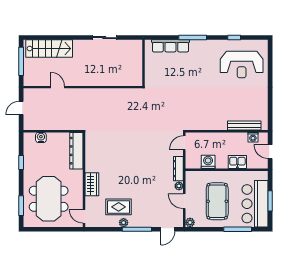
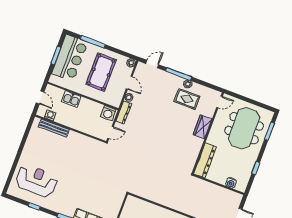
washing machine: (208, 162) -> (108, 113), moved
door: (84, 216) -> (219, 102), hinge flipped

